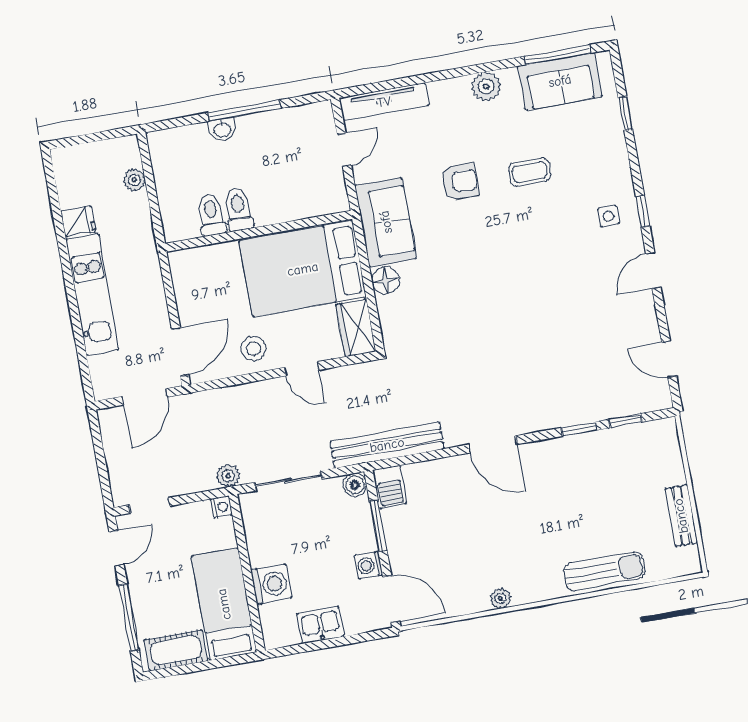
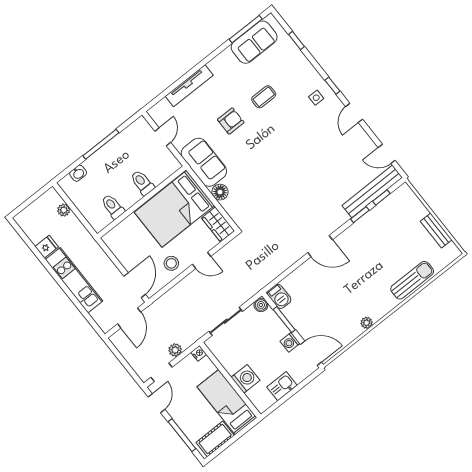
plant: (486, 87) -> (218, 65), removed
tv unit: (384, 102) -> (189, 86), moved
washbasin: (222, 129) -> (78, 173), moved
toilet: (238, 209) -> (142, 183), moved
bench: (387, 445) -> (372, 191), moved
plant: (228, 476) -> (175, 350), moved

